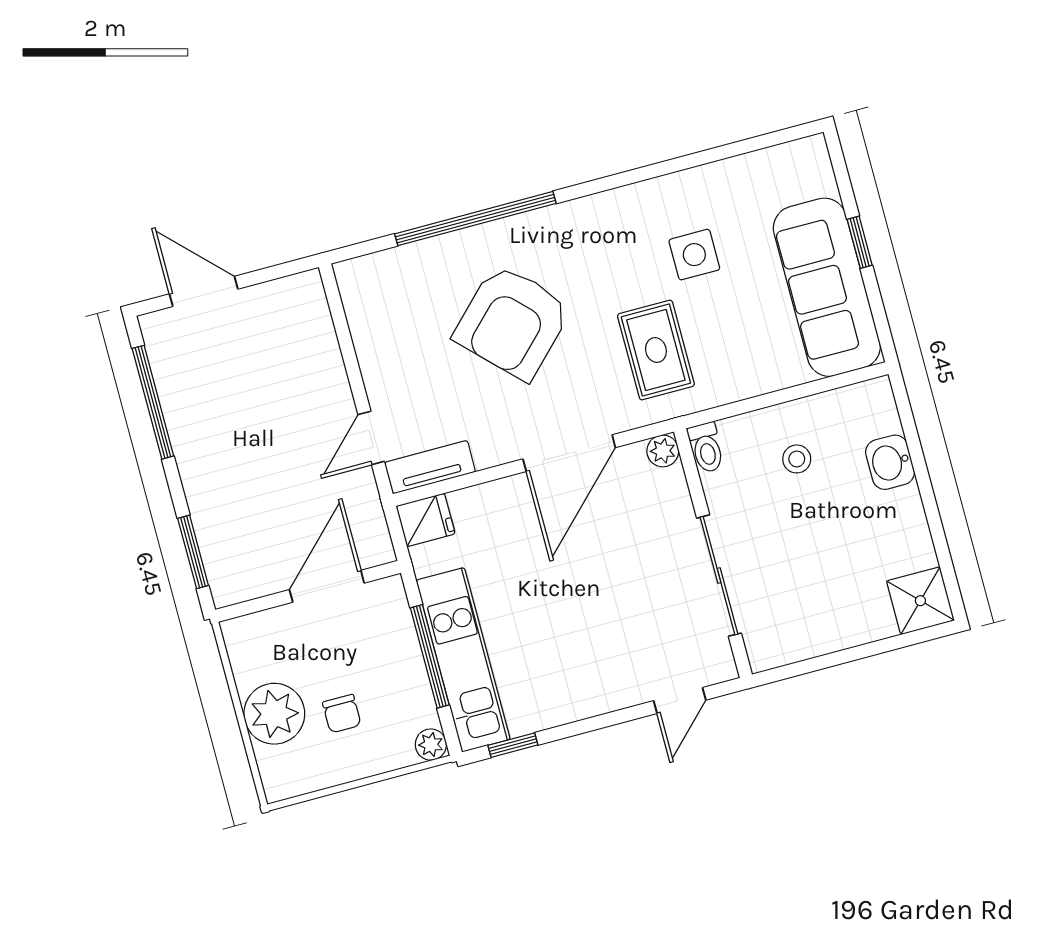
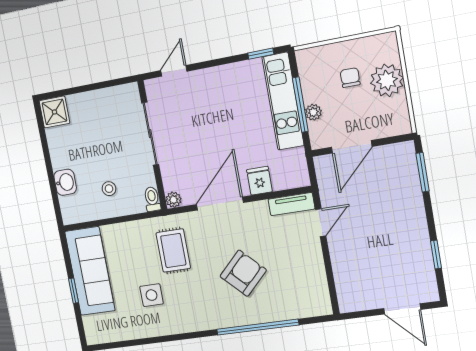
armchair: (512, 322) -> (243, 273), width x0.73, depth x0.73
window: (153, 402) -> (436, 254), width x0.46
fridge: (426, 520) -> (259, 181), moved, turned 90
plant: (431, 745) -> (313, 112), moved

